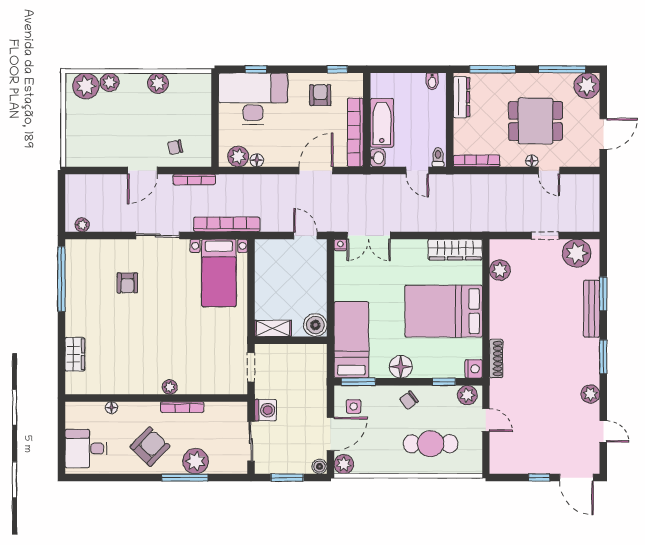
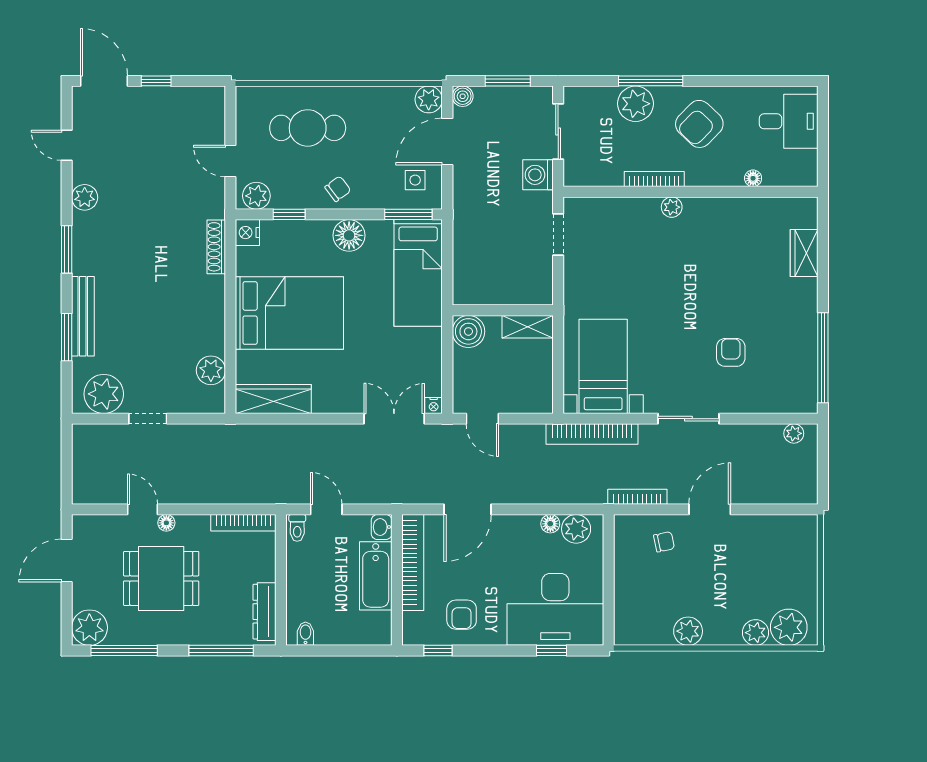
boiler: (315, 325) -> (468, 331), moved
shelving: (273, 328) -> (528, 327), moved
wall: (291, 340) -> (503, 310), moved

